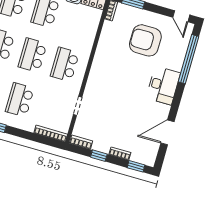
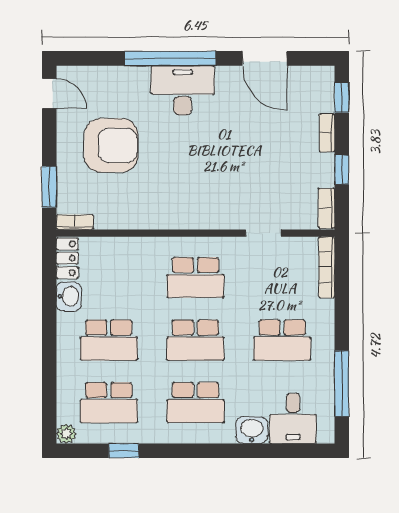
door: (181, 16) -> (49, 94), hinge flipped
armchair: (145, 40) -> (111, 145), turned -90
window: (189, 59) -> (170, 58), moved

